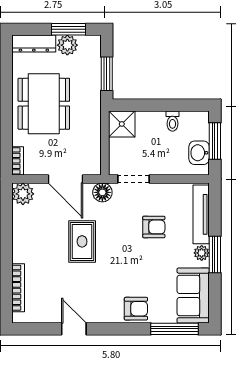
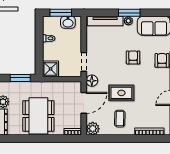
dining table: (44, 104) -> (38, 116), turned 90
armchair: (154, 227) -> (133, 57), moved
coffee table: (39, 239) -> (120, 119), added

